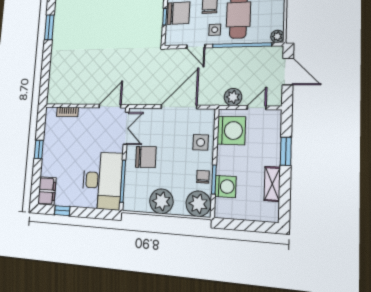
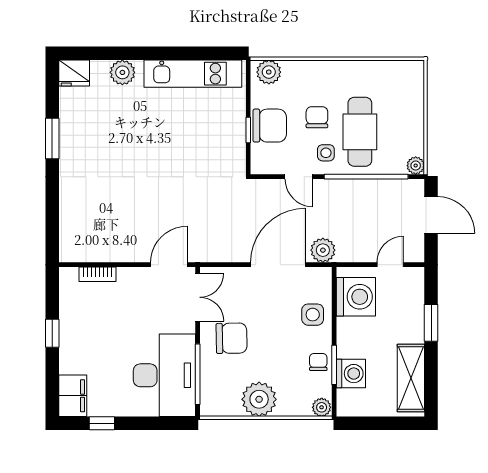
plant: (233, 97) -> (323, 250), moved
shelving: (272, 184) -> (411, 378), width x1.50, depth x1.33
plant: (198, 204) -> (322, 407), width x0.53, depth x0.53

